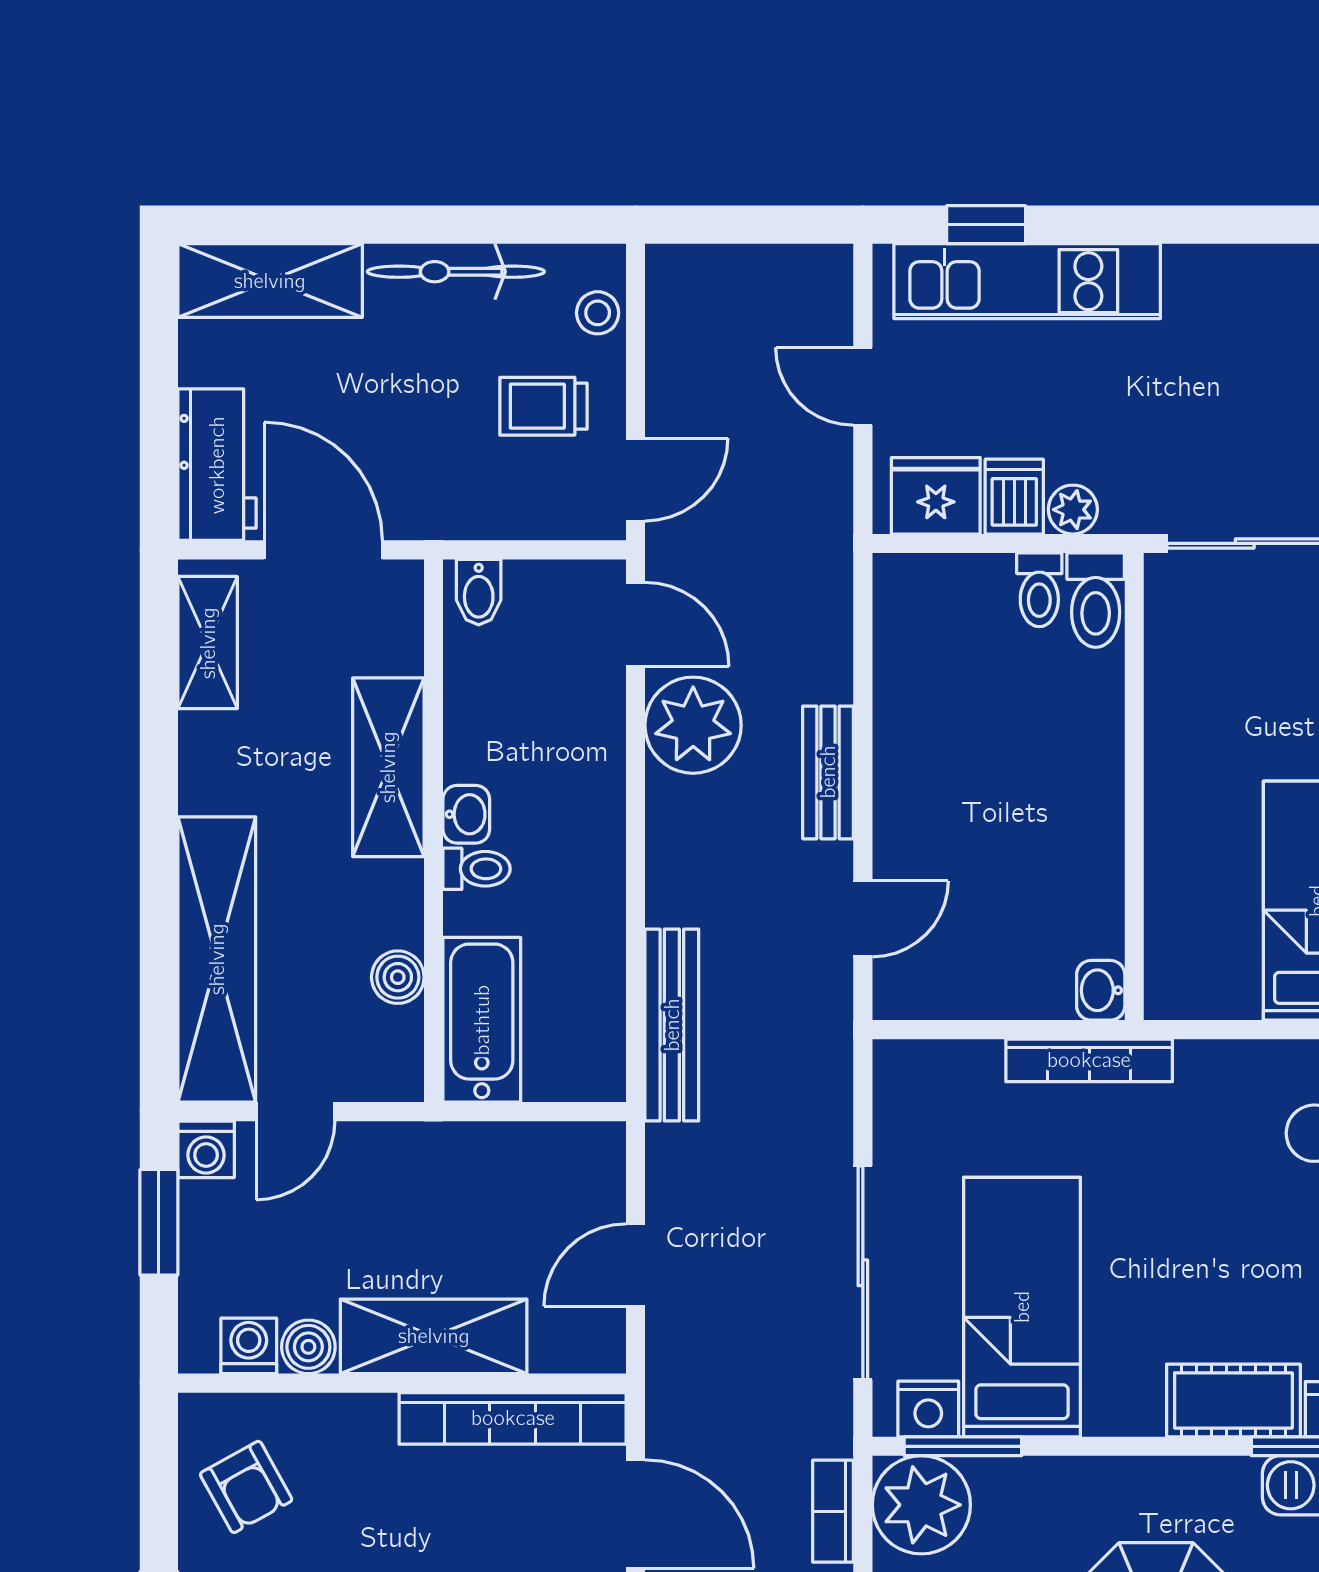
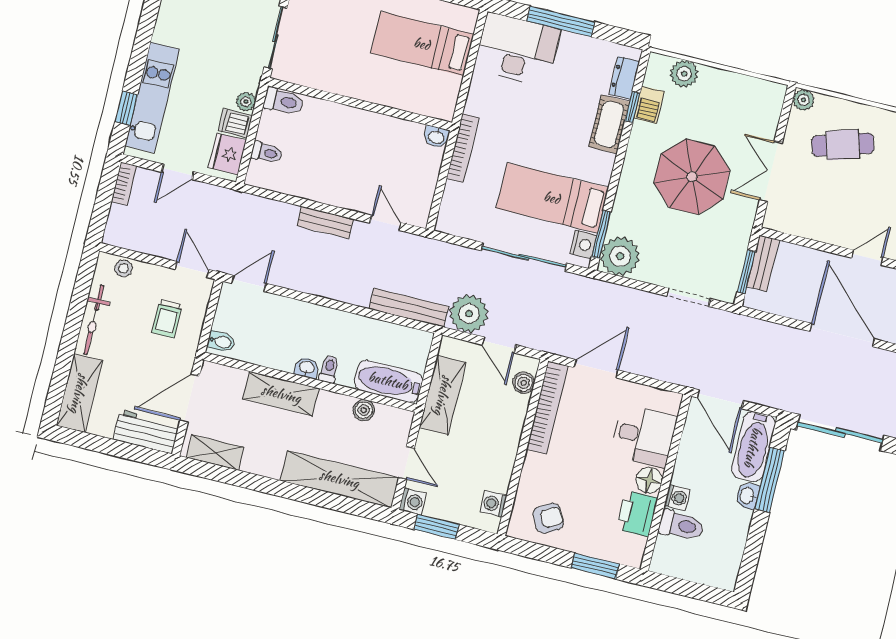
trolley: (543, 406) -> (167, 319), moved
toilet: (1039, 590) -> (267, 153), moved
plant: (693, 725) -> (469, 314), moved
shelving: (434, 1336) -> (443, 395), moved
boiler: (308, 1347) -> (524, 383), moved
bookcase: (833, 1511) -> (124, 184), moved, turned -90

